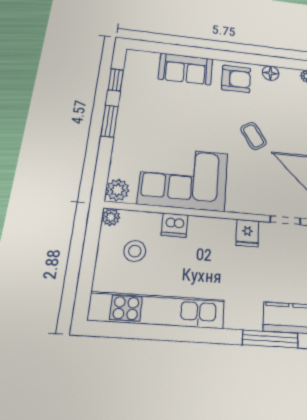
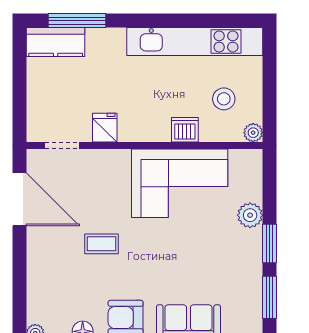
window: (116, 80) -> (270, 297), width x1.50
coffee table: (253, 136) -> (102, 244), turned -57
plant: (118, 190) -> (250, 215), moved

